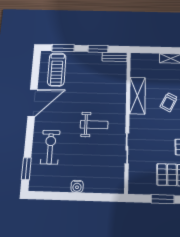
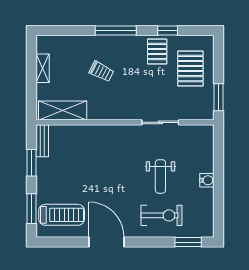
shelving: (137, 96) -> (63, 110), moved
weight bench: (94, 125) -> (160, 176), moved, turned 180
exercise bike: (50, 147) -> (162, 215), turned 180
window: (163, 199) -> (218, 97), moved

